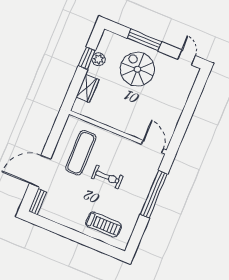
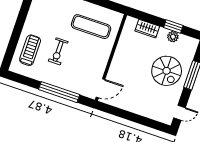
spiral stairs: (137, 69) -> (167, 71), turned 90
exercise bike: (107, 177) -> (58, 51), moved
treadmill: (103, 225) -> (30, 50), turned 180

